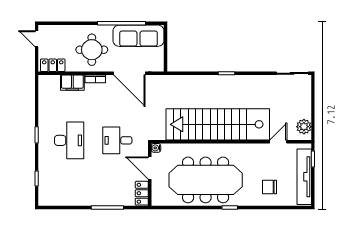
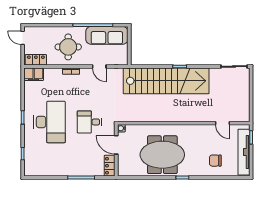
door: (129, 73) -> (99, 66), width x0.53
filing cabinet: (72, 83) -> (34, 74), moved
stairs: (218, 124) -> (166, 81), moved, turned 180
plant: (304, 127) -> (244, 111), removed
desk: (69, 140) -> (49, 122), width x1.36, depth x1.30
door: (278, 142) -> (223, 123), swing flipped
meeting table: (206, 180) -> (162, 155), width x0.73

